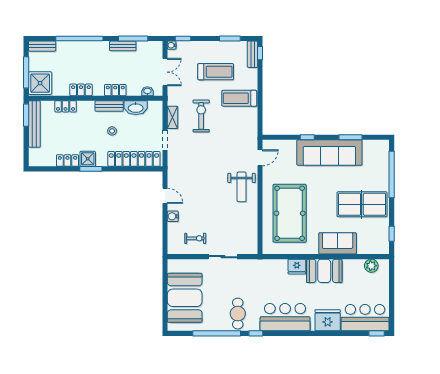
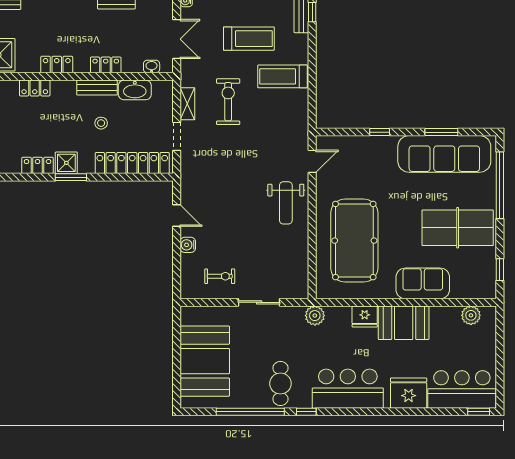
sofa: (329, 153) -> (444, 154), moved
plant: (262, 266) -> (315, 316), added

